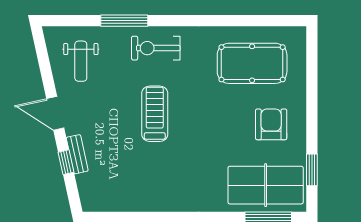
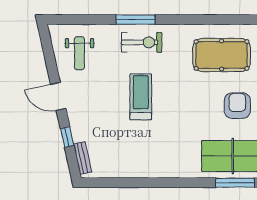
window: (124, 21) -> (135, 20), moved
exercise bike: (156, 48) -> (142, 42), turned 180
bench: (77, 154) -> (83, 158), moved

